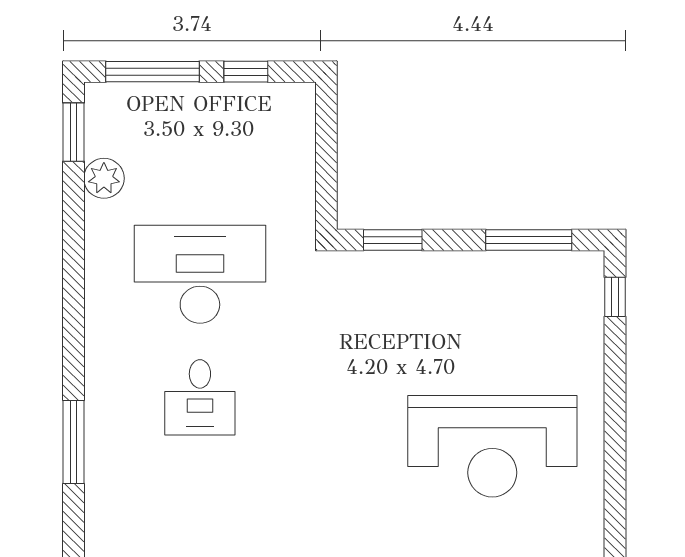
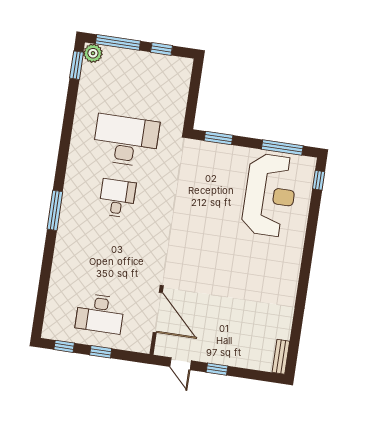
plant: (104, 178) -> (93, 53), moved
desk: (200, 397) -> (117, 198), turned 180
reception desk: (492, 446) -> (270, 195), moved, turned -90

